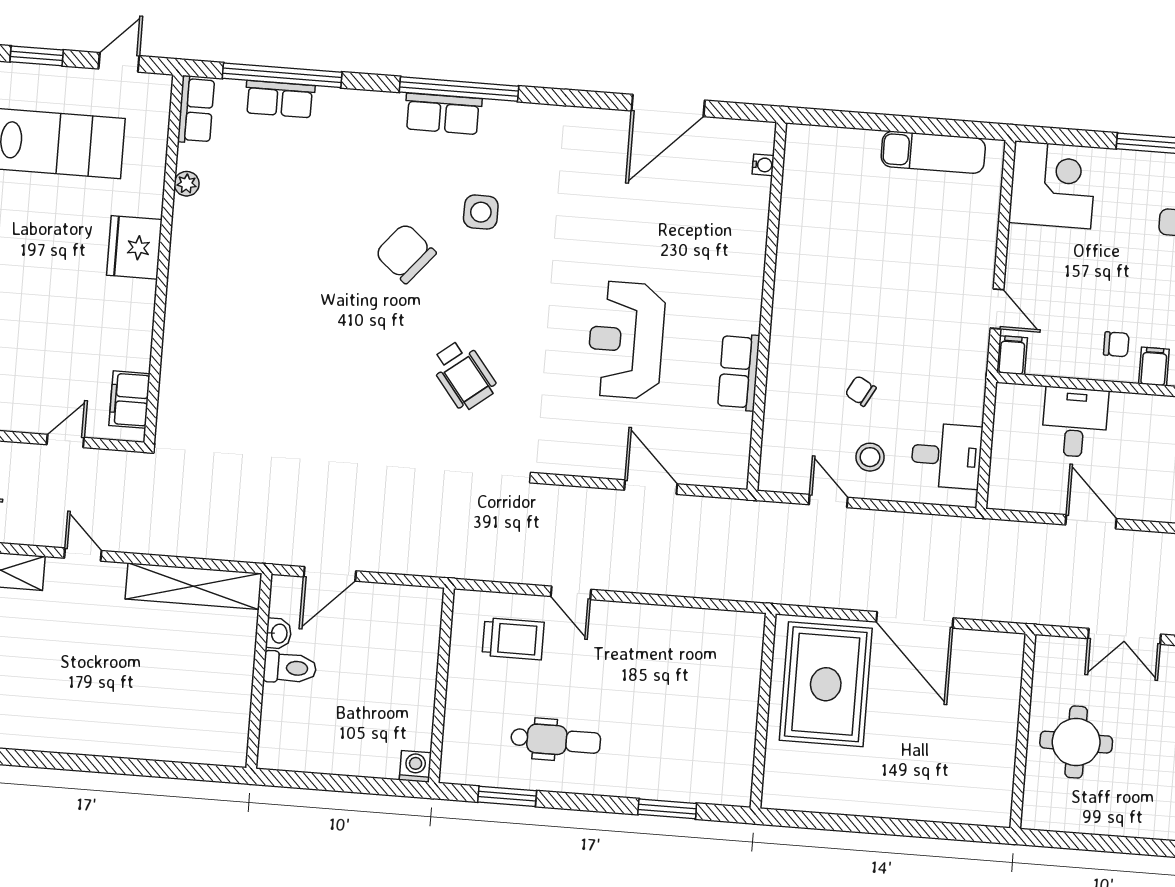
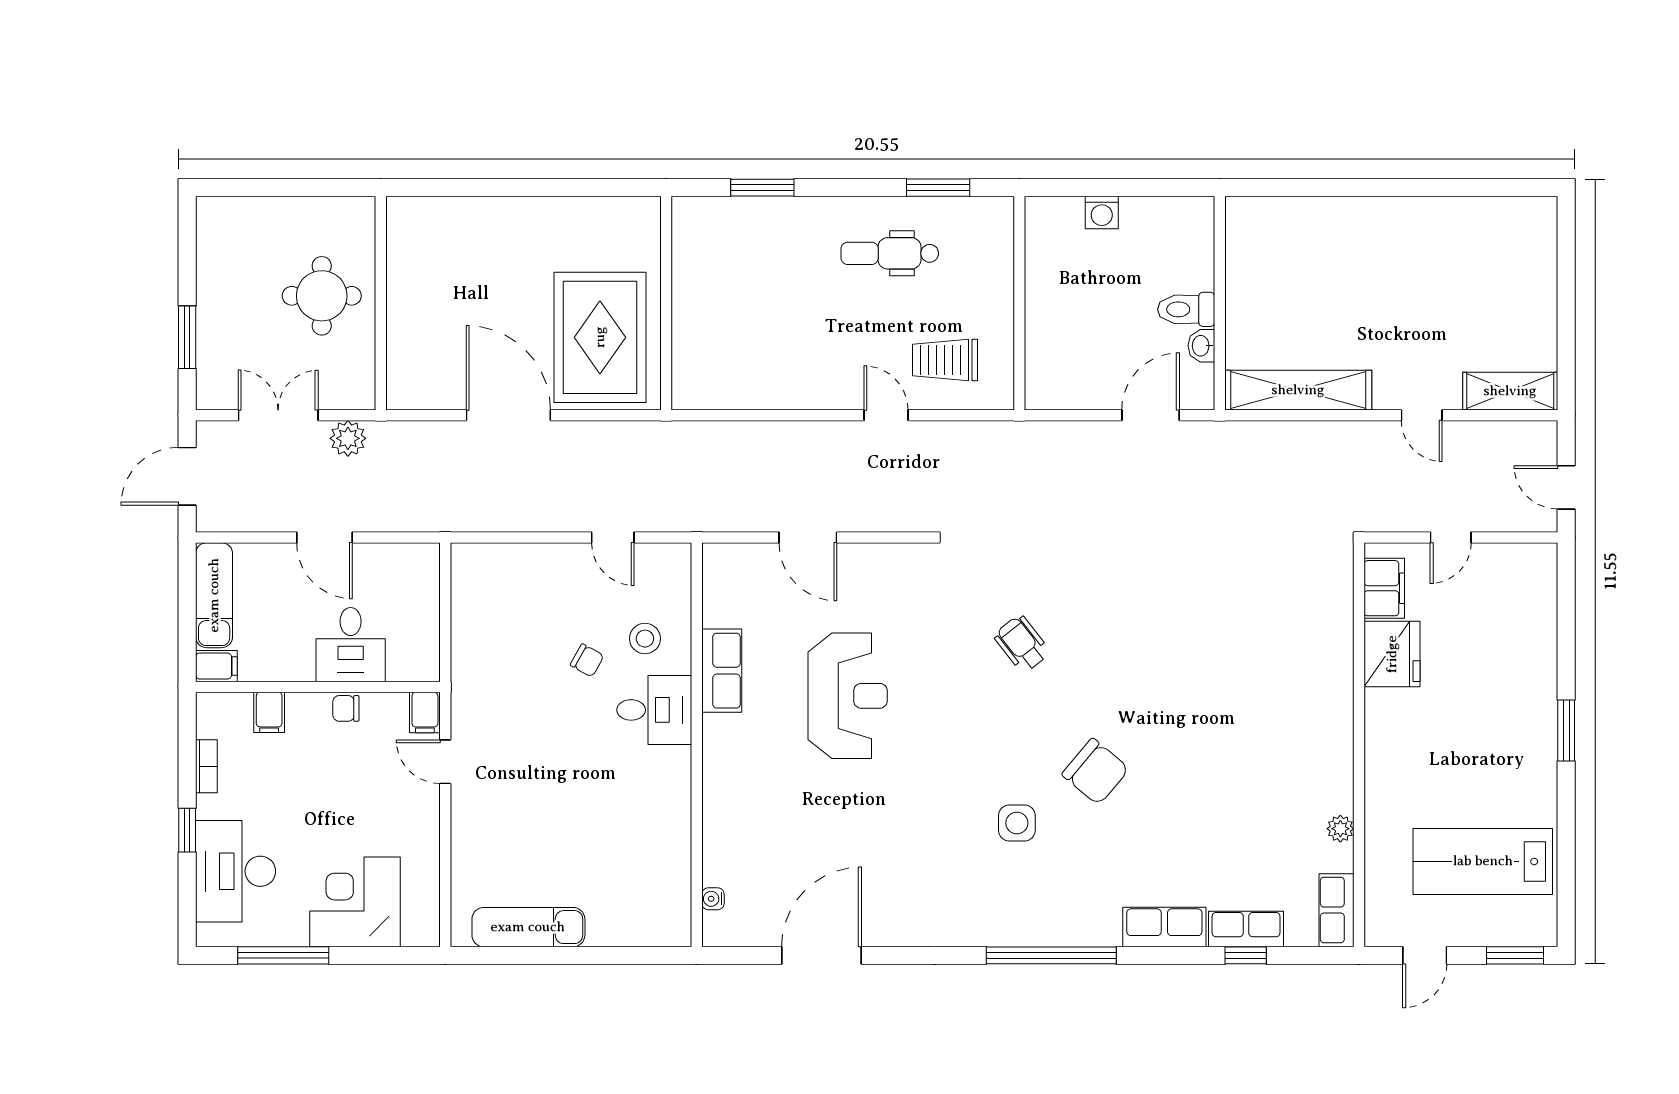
window: (282, 75) -> (1246, 955), width x0.32
row of seats: (443, 114) -> (1164, 927), moved
corner desk: (1053, 185) -> (355, 902), moved, turned 90
fridge: (134, 247) -> (1392, 654), moved
chair: (1116, 344) -> (346, 708), moved
wheelchair: (463, 375) -> (1022, 644), width x0.73, depth x0.73
desk: (947, 456) -> (654, 710), moved, turned 180
stool: (870, 457) -> (645, 639), moved
plant: (1063, 610) -> (348, 438), added
washing machine: (415, 766) -> (1102, 212), moved

